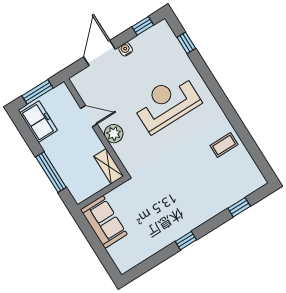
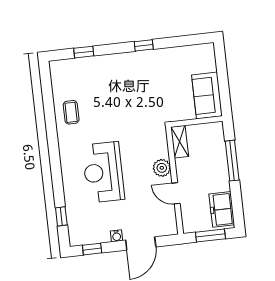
reception desk: (167, 103) -> (103, 172), turned 90
coffee table: (224, 145) -> (71, 112), turned 90

